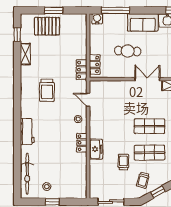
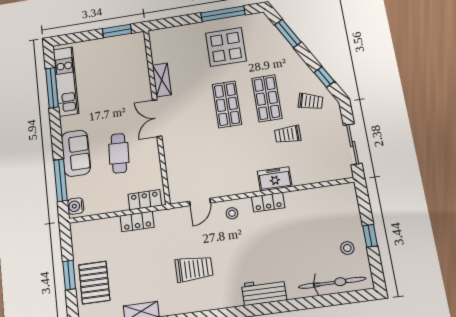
sofa: (143, 22) -> (76, 153), moved
locker: (81, 70) -> (137, 221), moved

